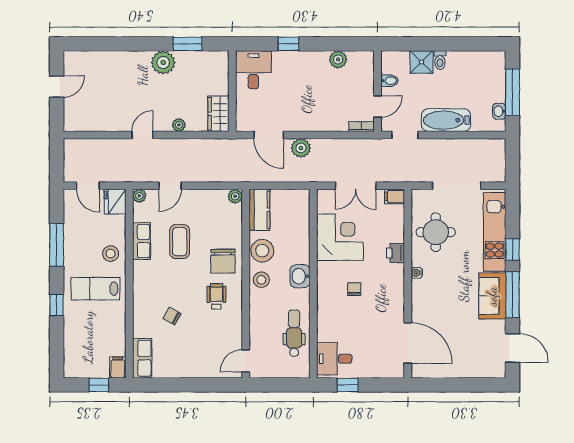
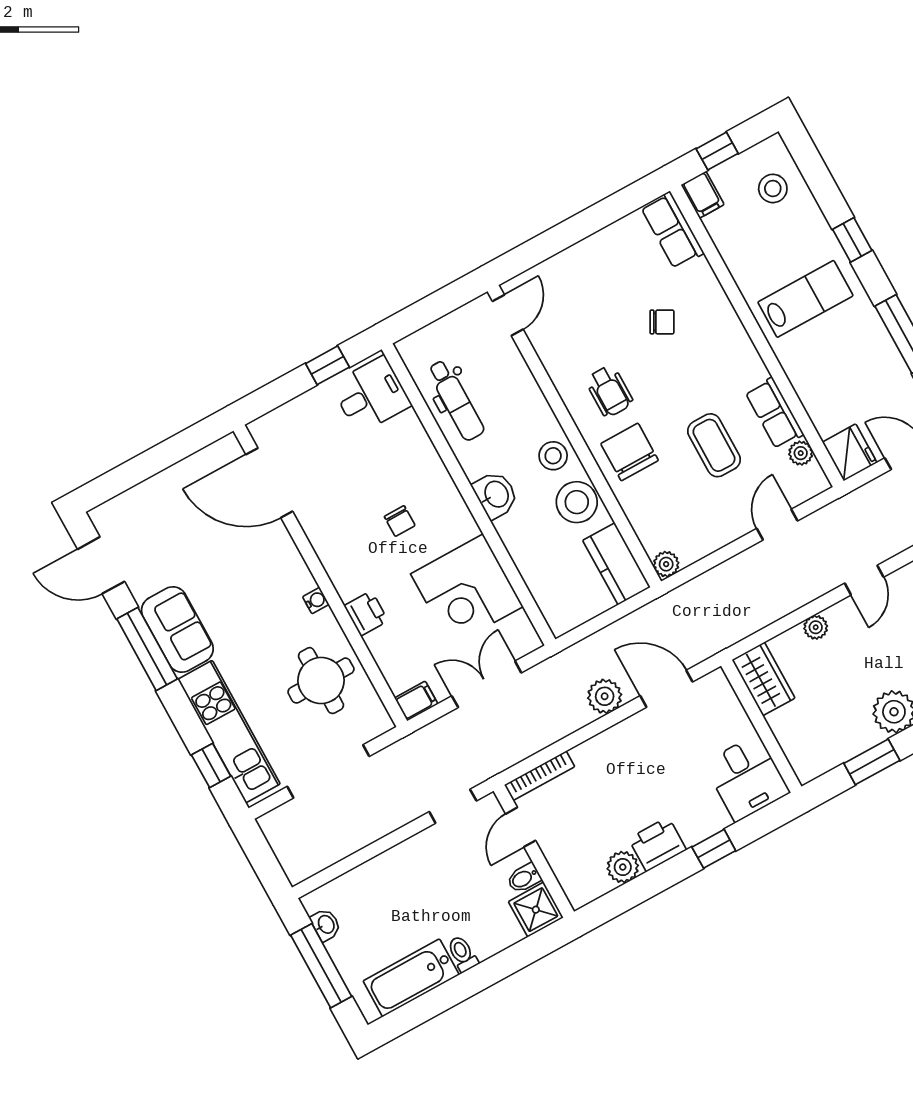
printer: (315, 61) -> (657, 844), added
shower: (421, 62) -> (536, 910), moved
bathtub: (446, 120) -> (411, 978), moved, turned 180
bookcase: (361, 127) -> (540, 776), width x1.56
plant: (139, 196) -> (801, 453), moved
window: (512, 250) -> (211, 765), moved
stool: (111, 254) -> (773, 188), moved

